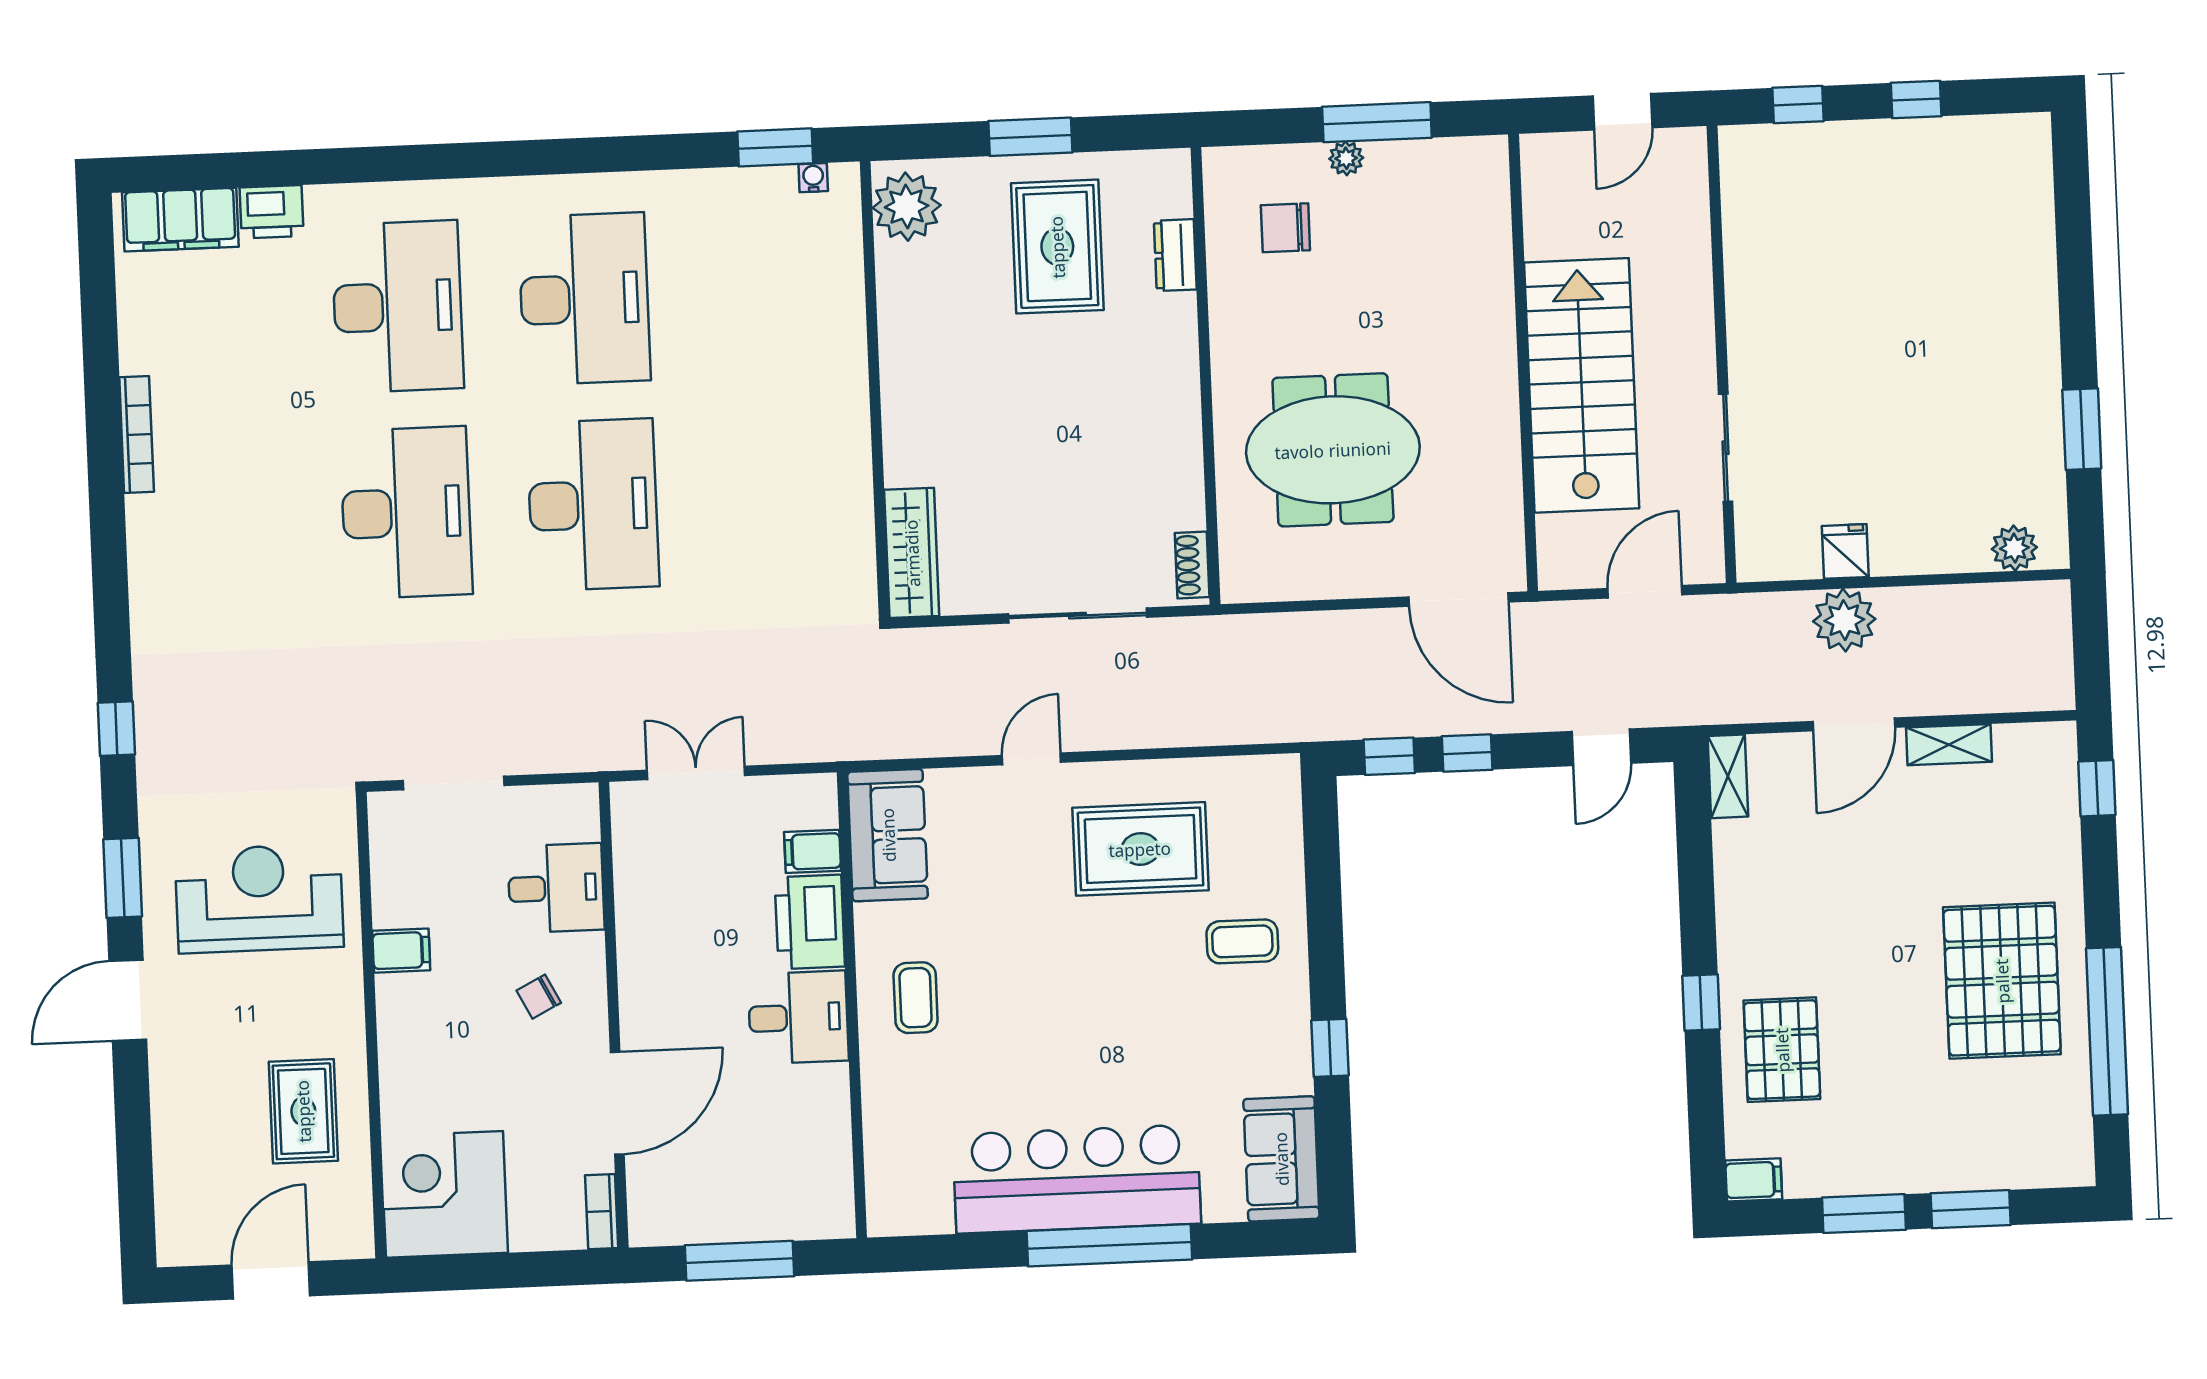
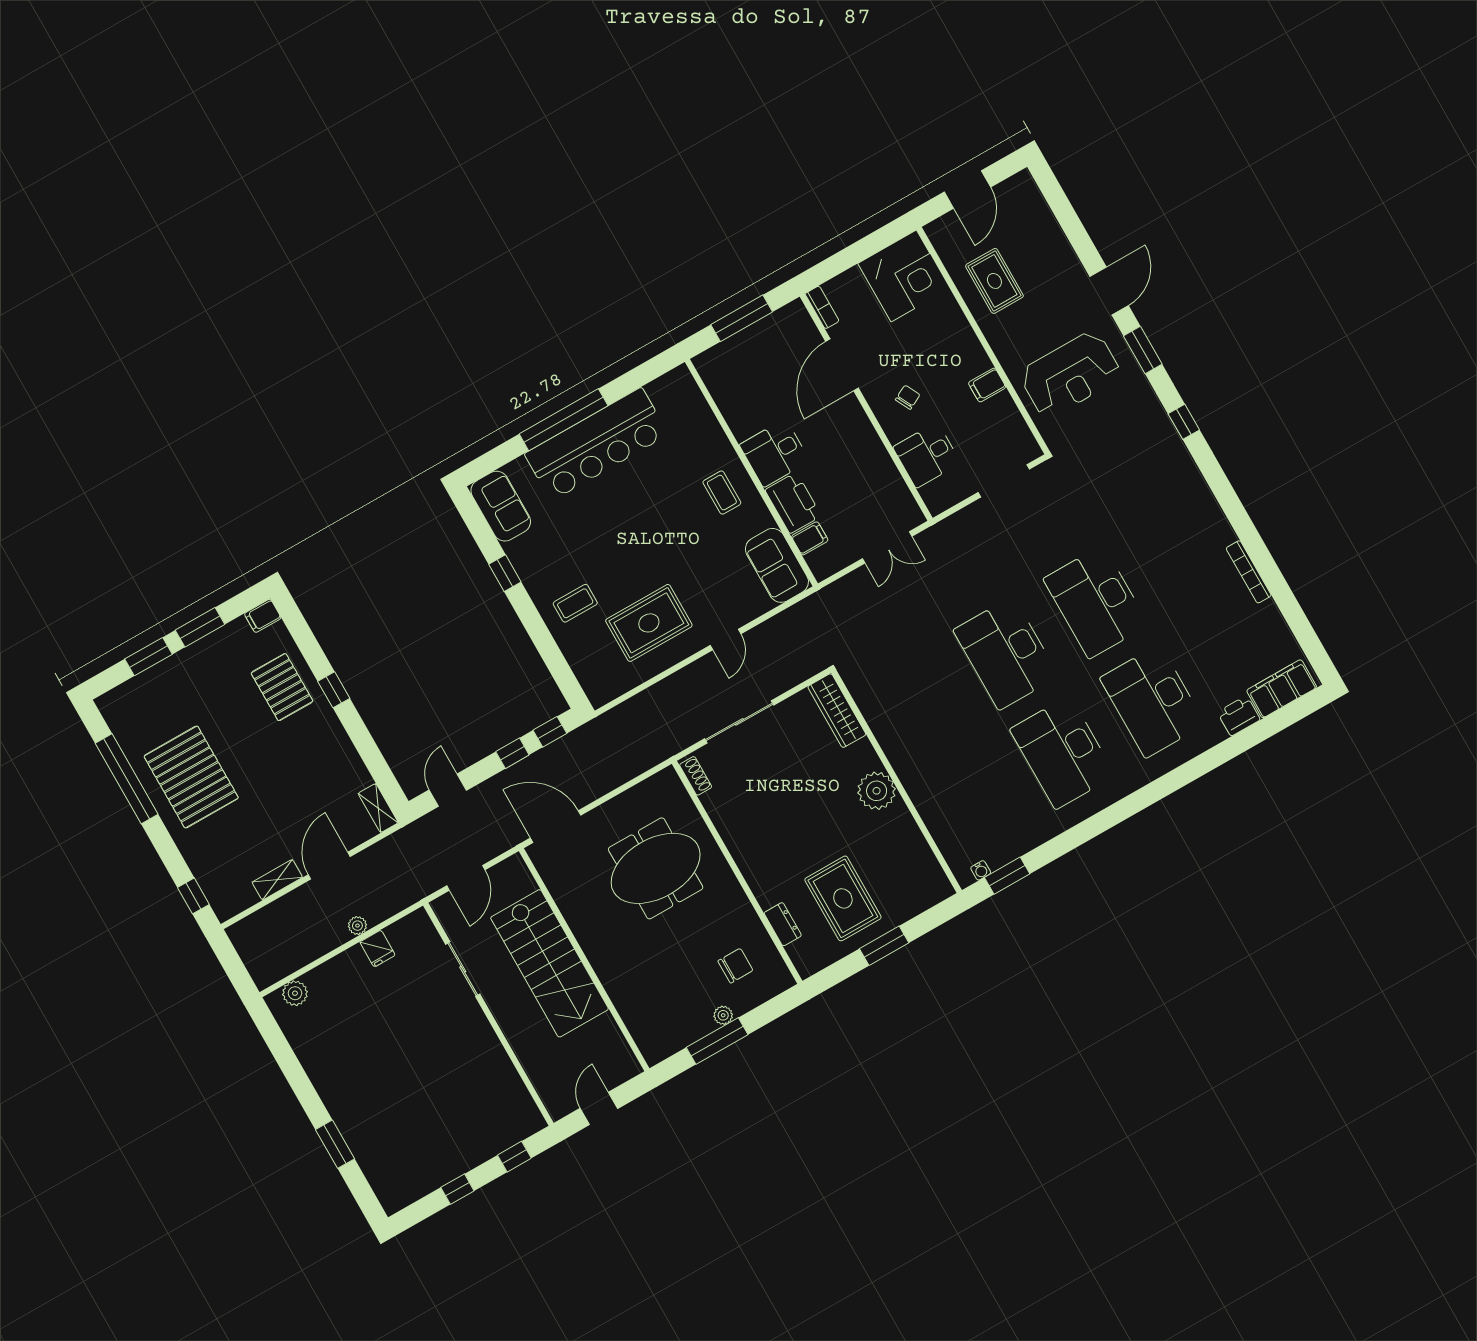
plant: (907, 207) -> (877, 791), moved
window: (2082, 429) -> (335, 1144), moved
plant: (1844, 620) -> (357, 926), width x0.53, depth x0.53

